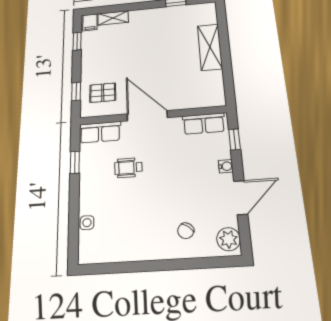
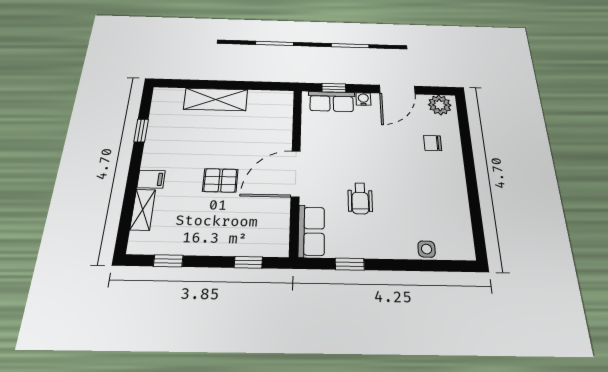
filing cabinet: (90, 22) -> (151, 179), moved
pallet: (103, 93) -> (220, 180), moved, turned 90
row of seats: (204, 124) -> (332, 102), moved, turned 90
door: (241, 198) -> (397, 90), swing flipped
chair: (186, 231) -> (433, 143), turned 144

